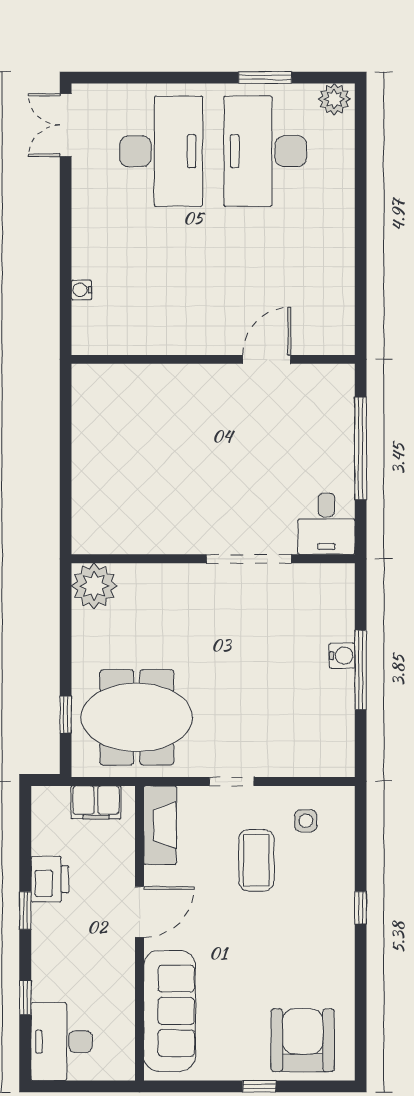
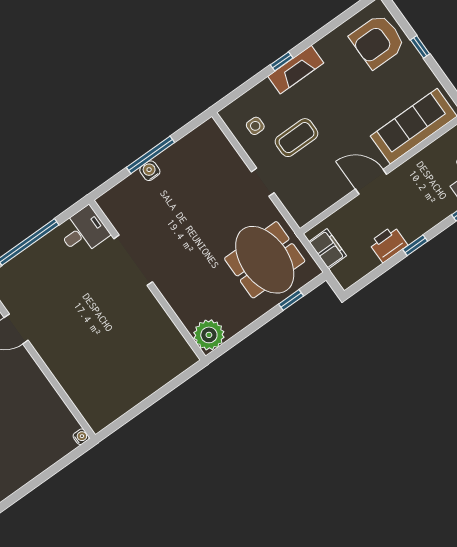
water cooler: (81, 290) -> (81, 437), moved, turned -90
fireplace: (160, 825) -> (296, 70), moved, turned 180

